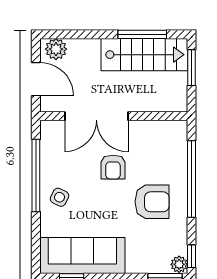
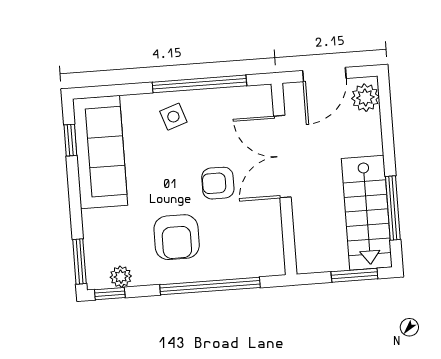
side table: (60, 197) -> (173, 117), turned 45
plant: (179, 264) -> (121, 277), moved

